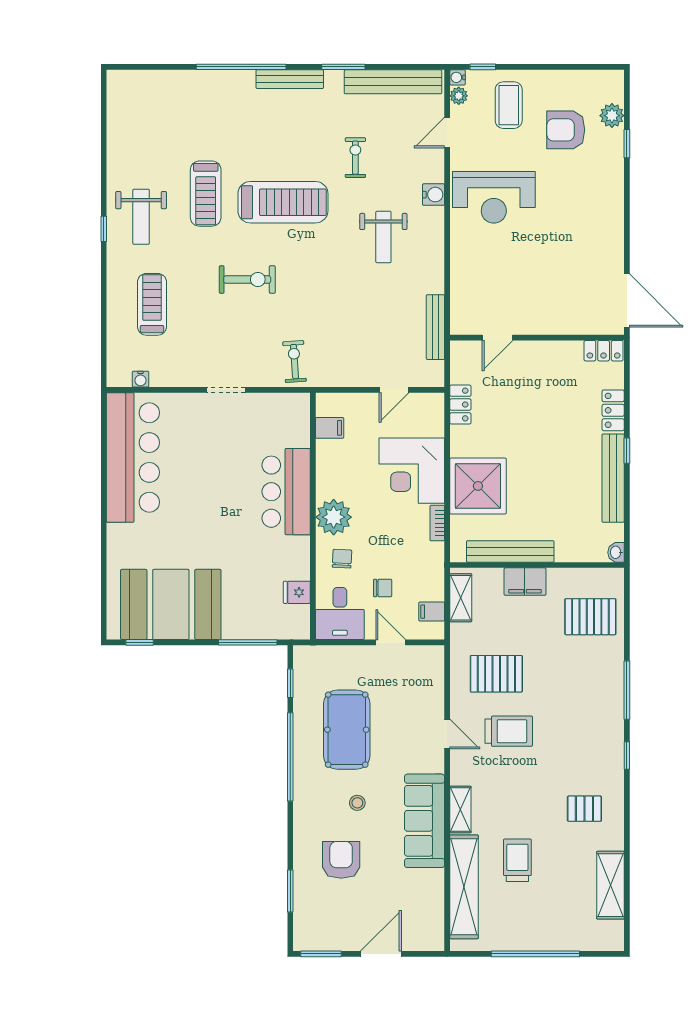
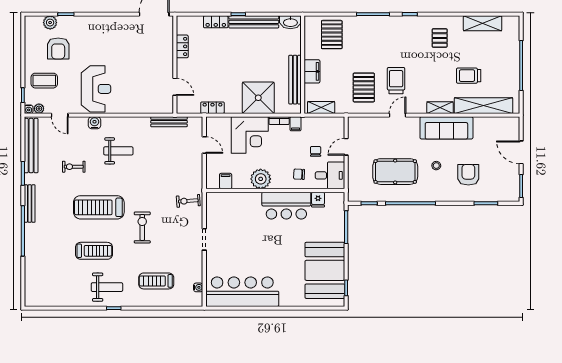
treadmill: (283, 202) -> (99, 207), turned -90
locker: (604, 351) -> (182, 46), moved
bar counter: (286, 492) -> (286, 206), moved
plant: (334, 517) -> (261, 179), moved
washbasin: (616, 552) -> (290, 22), width x1.91, depth x1.45
filing cabinet: (432, 612) -> (296, 124), moved
armchair: (341, 860) -> (468, 175), turned 90

